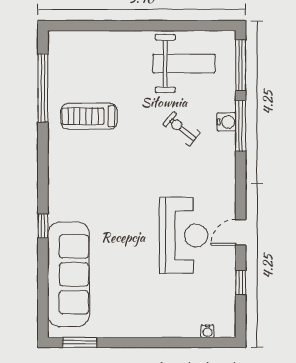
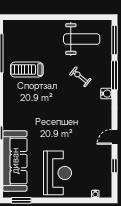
water cooler: (227, 122) -> (106, 94), moved
reception desk: (184, 235) -> (58, 173), moved

